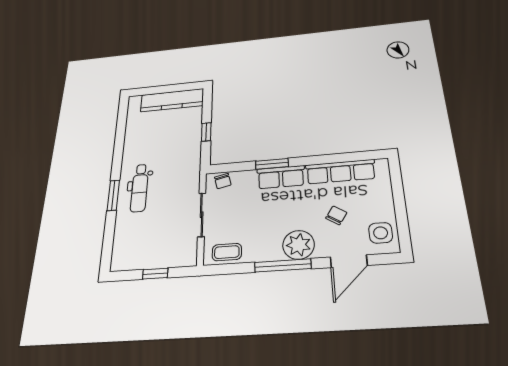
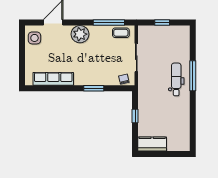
kitchen counter: (172, 100) -> (152, 144), width x0.67
row of seats: (281, 177) -> (89, 79), removed
window: (113, 195) -> (193, 76), width x1.44
chair: (336, 215) -> (58, 51), removed
window: (283, 265) -> (109, 23), moved

